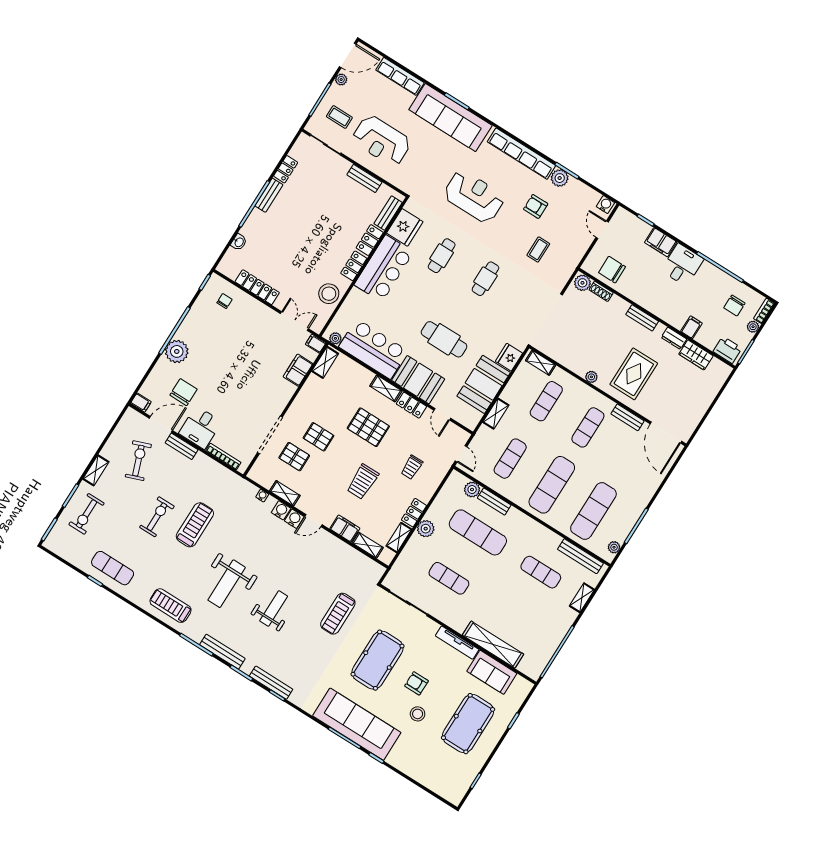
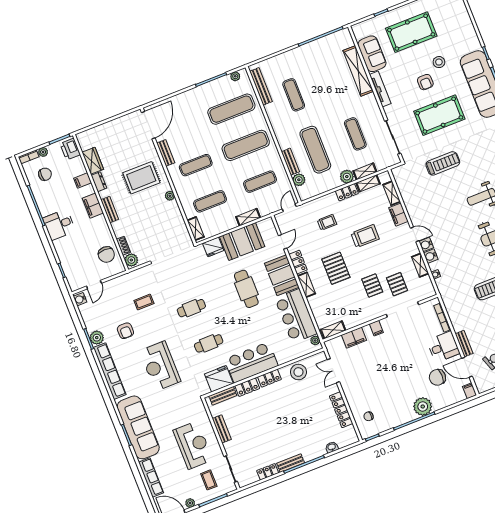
filing cabinet: (661, 242) -> (93, 206), moved, turned 180
filing cabinet: (316, 344) -> (376, 328), moved
shelving: (582, 598) -> (365, 171), moved

